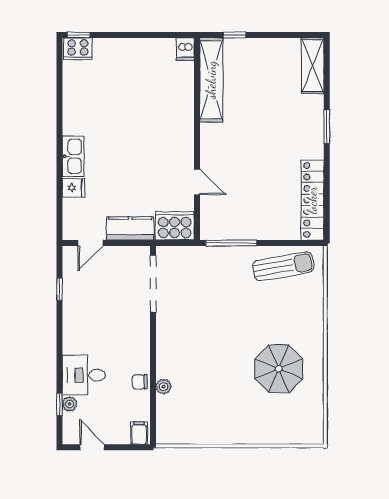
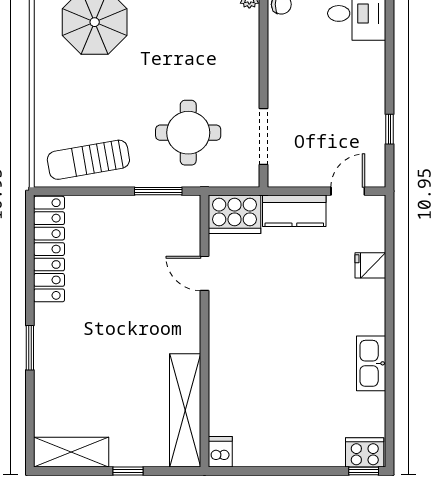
window: (234, 35) -> (128, 471), moved
shelving: (313, 66) -> (71, 452), moved, turned 90
kitchen sink: (73, 156) -> (371, 363), moved
window: (231, 243) -> (158, 191), width x0.69
doorway: (153, 284) -> (264, 136), width x0.73
round table: (209, 286) -> (188, 133), added

